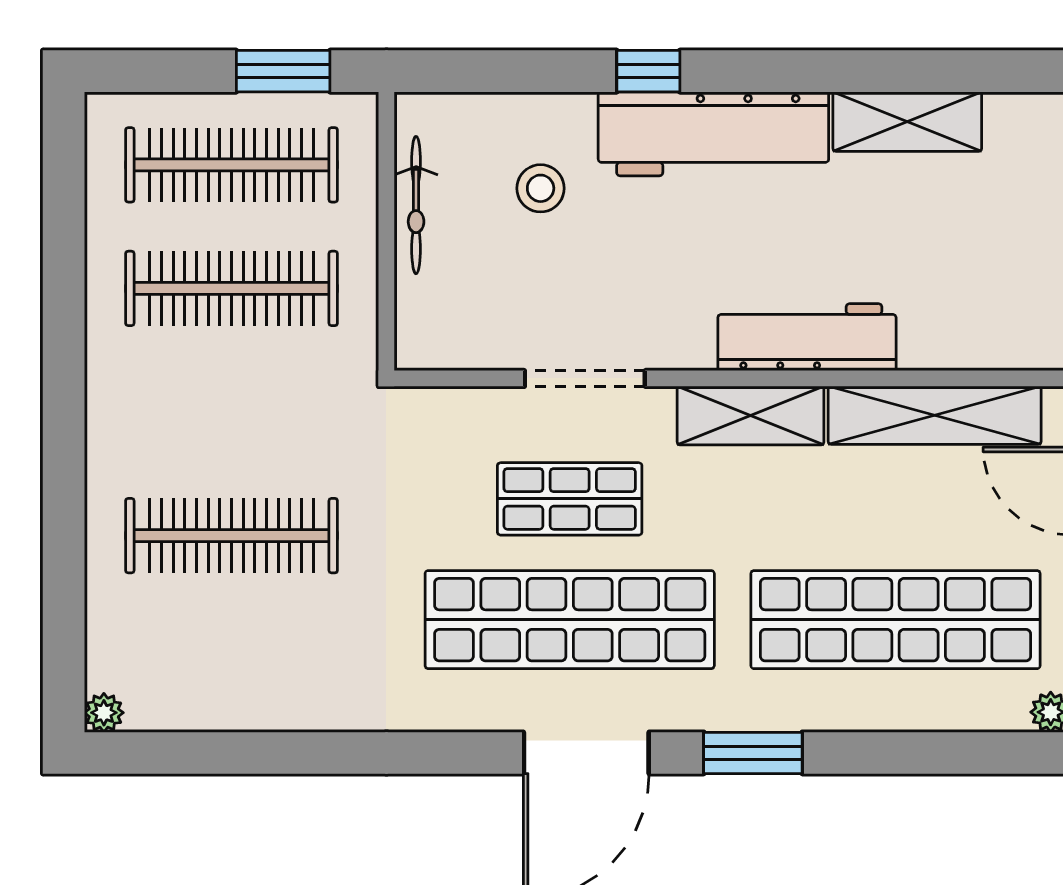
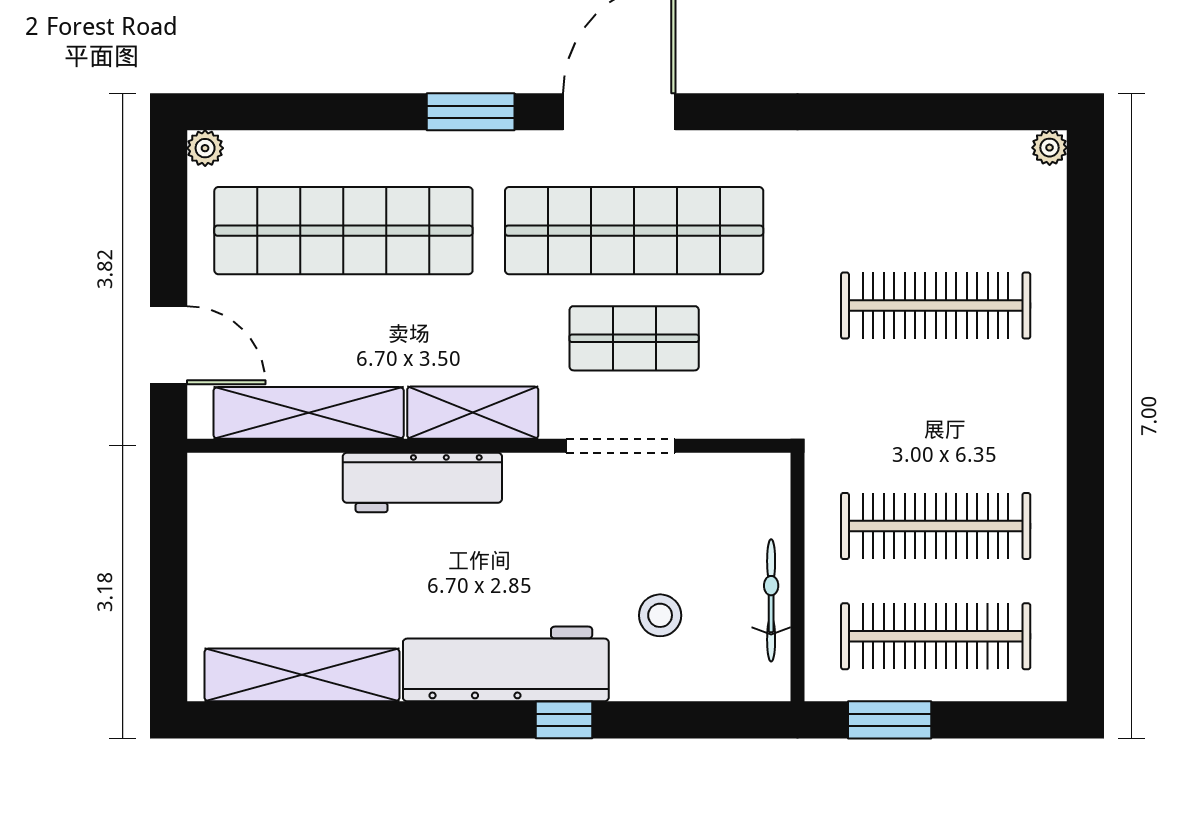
shelving: (907, 122) -> (302, 675), width x1.47

